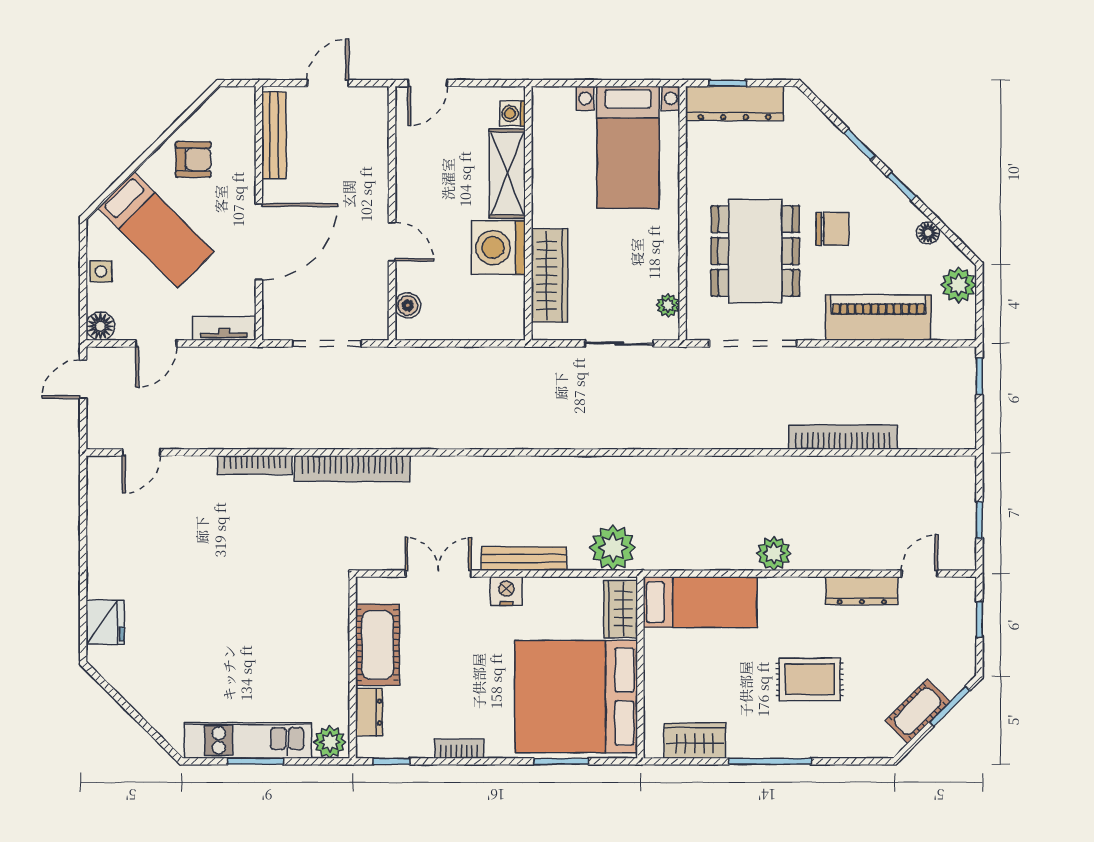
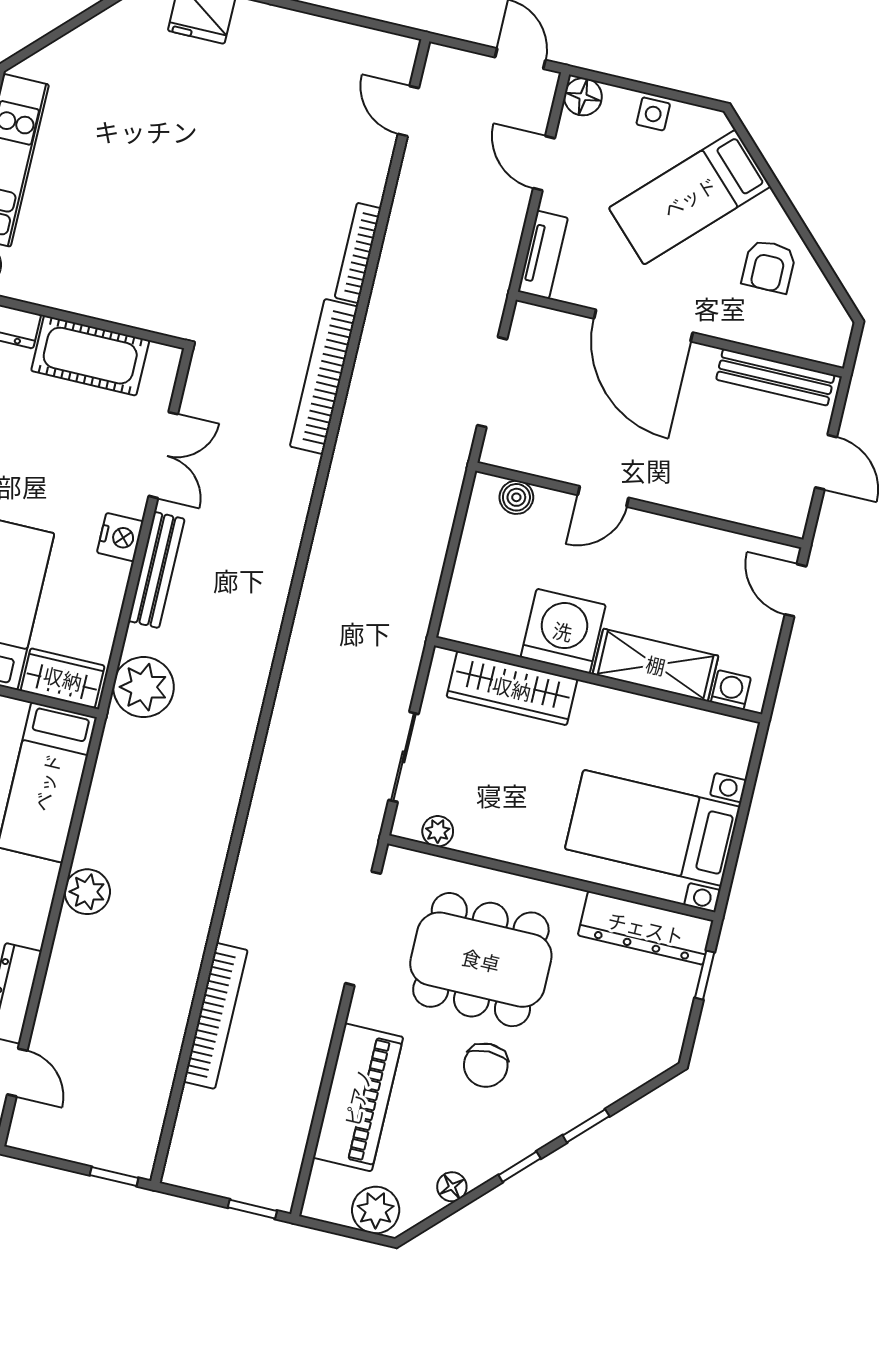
dresser: (735, 104) -> (646, 928), moved, turned -90
window: (979, 520) -> (114, 1176), moved

